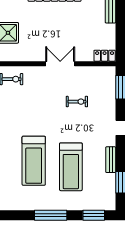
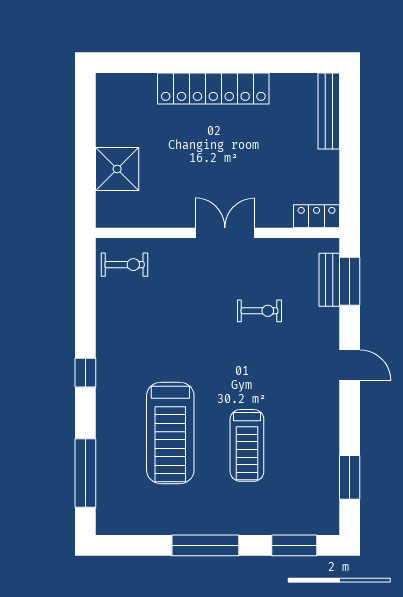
bench: (111, 160) -> (329, 280), moved
treadmill: (71, 167) -> (247, 445), width x0.73, depth x0.73

